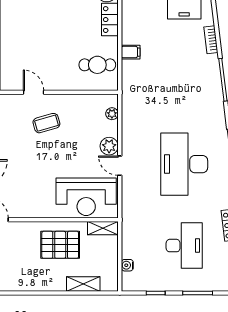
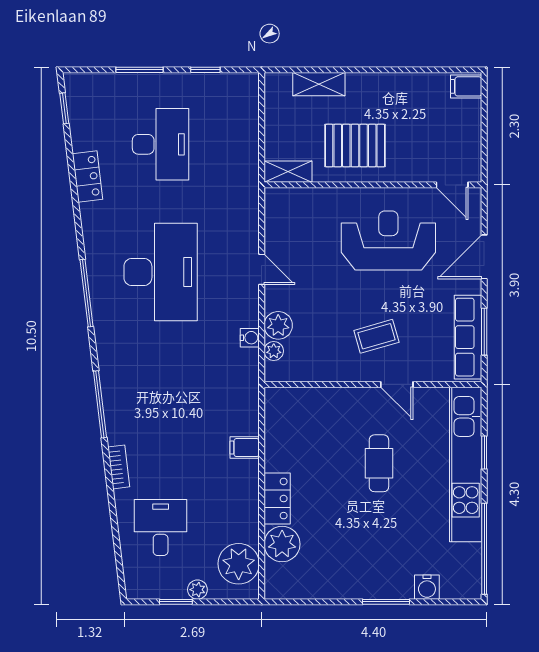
cafe table: (97, 65) -> (379, 463), moved, turned 90
plant: (109, 146) -> (278, 325), moved
reception desk: (86, 197) -> (388, 241), moved
desk: (184, 246) -> (161, 144), turned 180
water cooler: (127, 265) -> (250, 338), moved

